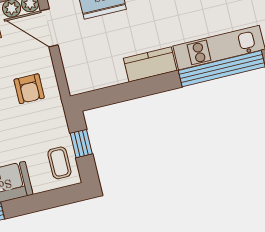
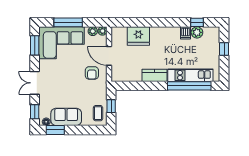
door: (49, 28) -> (109, 56), moved

